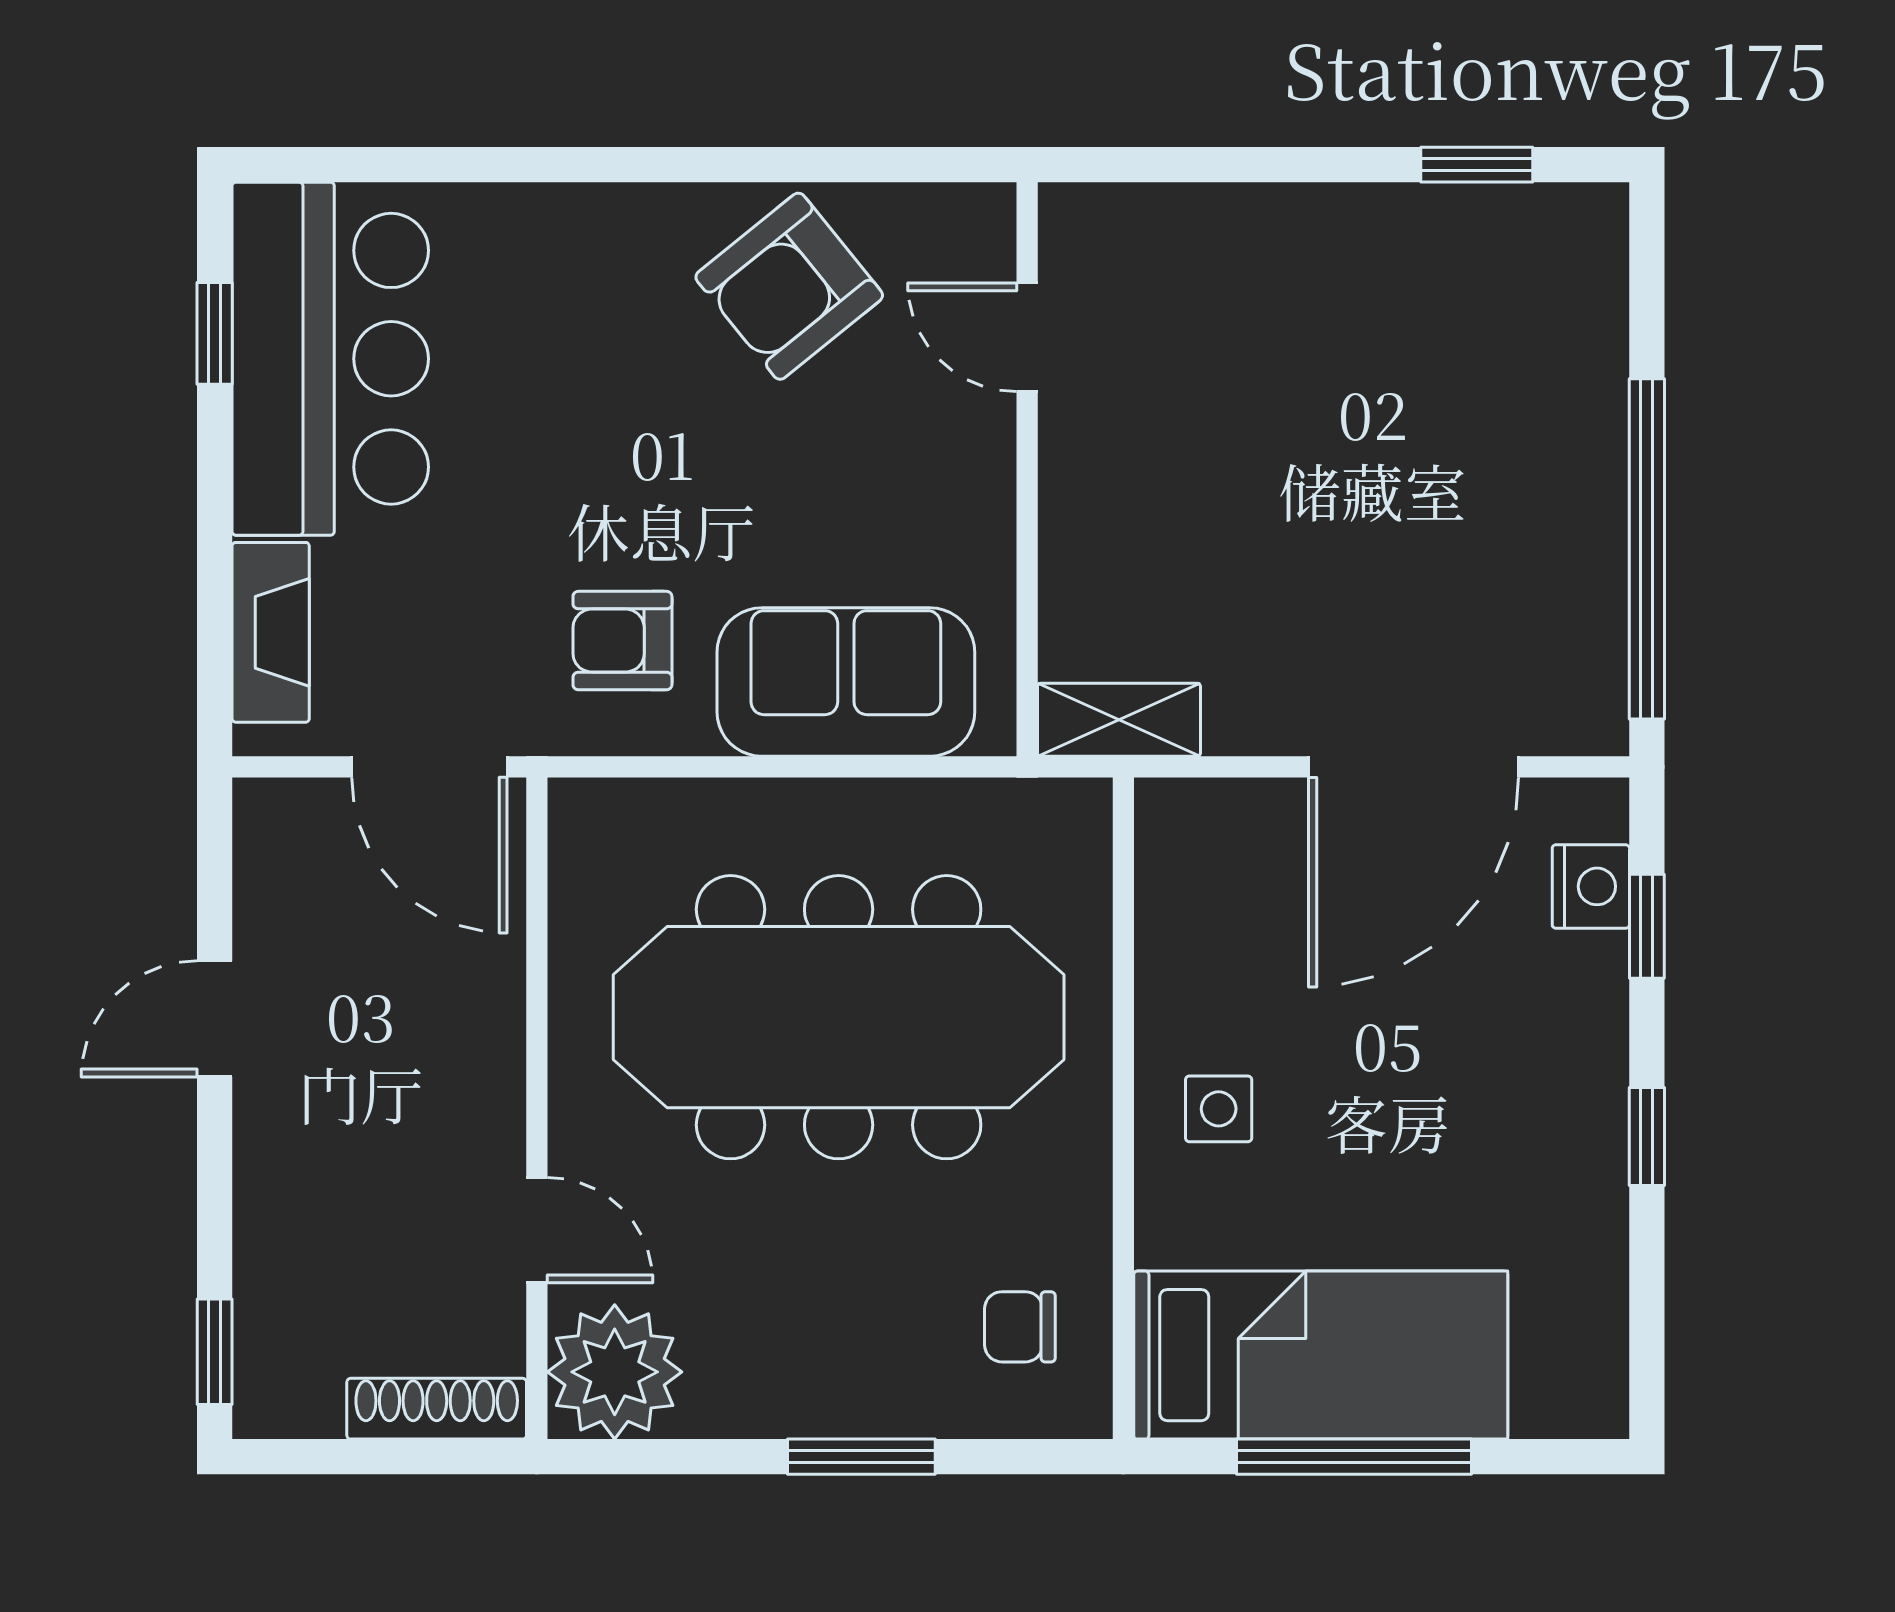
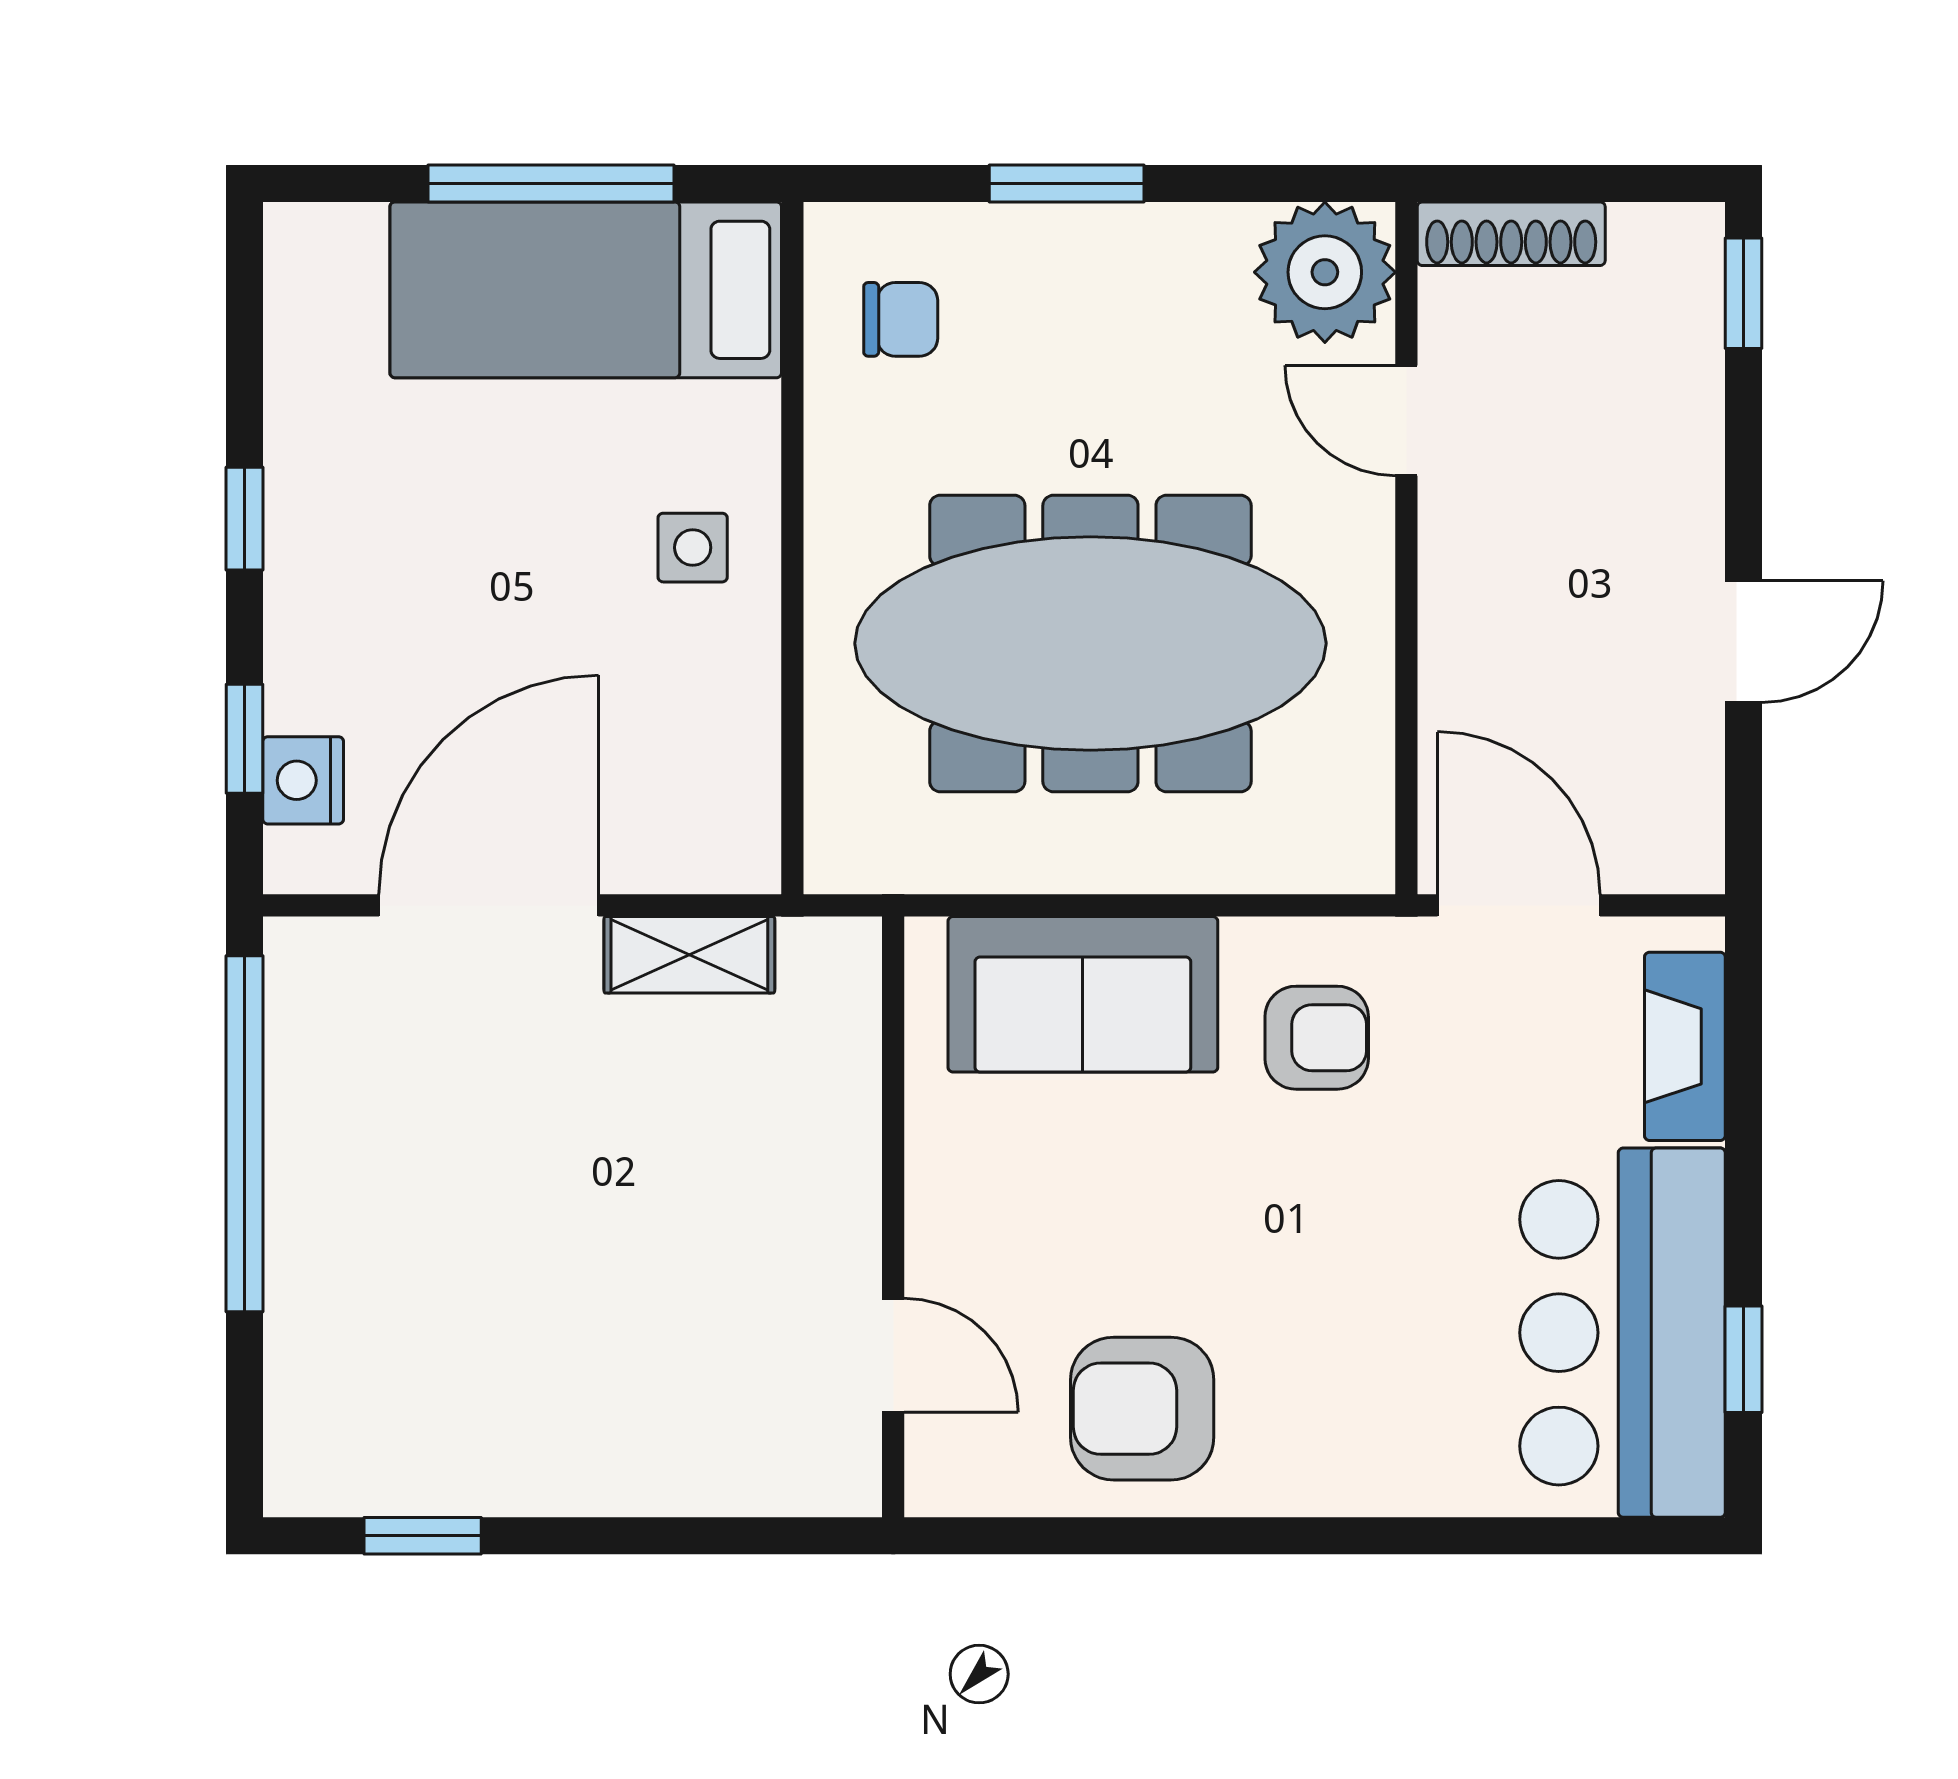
armchair: (789, 286) -> (1142, 1409), turned -141
shelving: (1119, 720) -> (689, 955), moved

